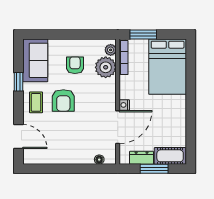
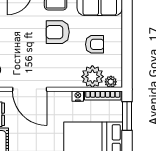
nightstand: (124, 105) -> (78, 96), moved

